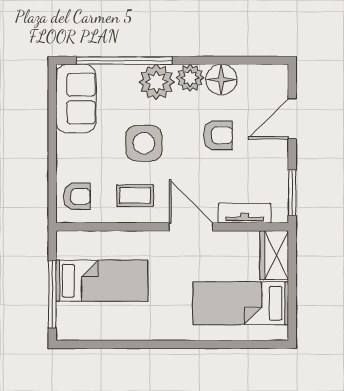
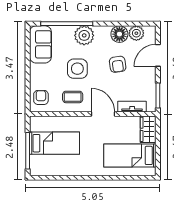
plant: (190, 78) -> (136, 33), moved
armchair: (218, 135) -> (118, 64), turned 82
armchair: (77, 196) -> (41, 97), turned -90

